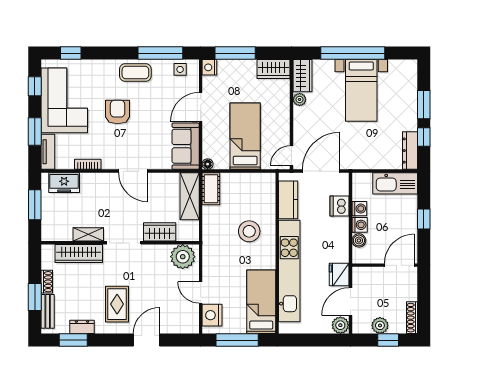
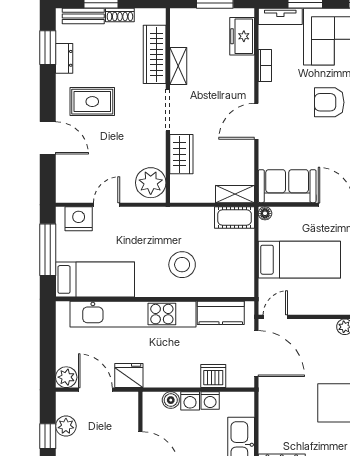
armchair: (118, 112) -> (329, 102), turned 180
door: (291, 156) -> (275, 317), hinge flipped
shelving: (190, 196) -> (235, 194), width x0.67, depth x0.75

